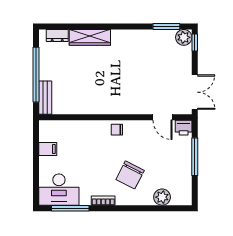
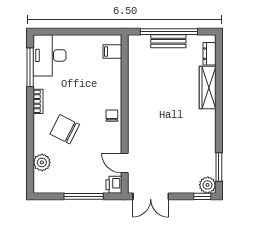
bench: (45, 98) -> (168, 41), moved
door: (163, 117) -> (125, 163), hinge flipped
filing cabinet: (48, 149) -> (112, 51), moved, turned 90

